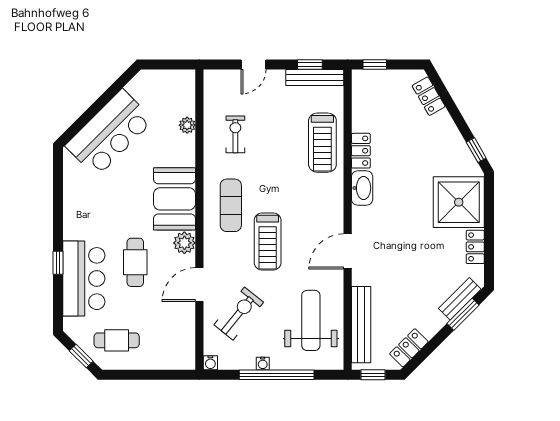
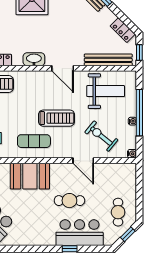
washbasin: (362, 188) -> (34, 59), moved
plant: (184, 243) -> (57, 170), removed
weight bench: (311, 320) -> (106, 91), turned 180

